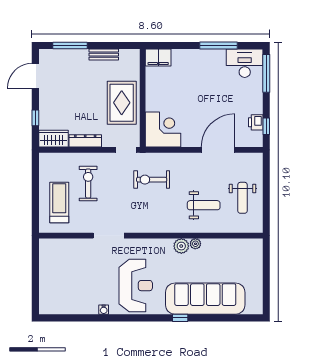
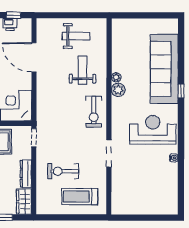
exercise bike: (152, 180) -> (94, 112), moved

